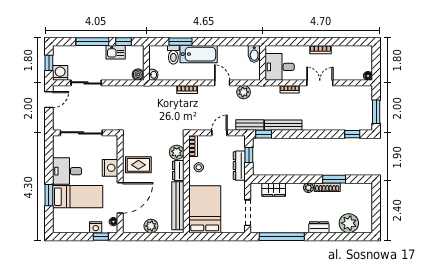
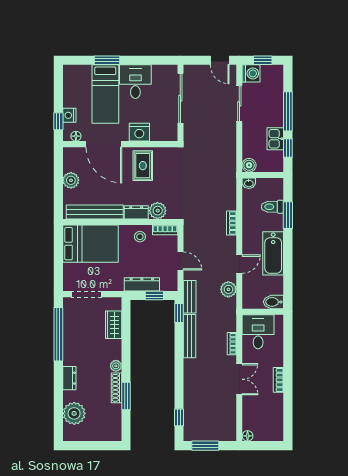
bathtub: (199, 54) -> (273, 253), moved

